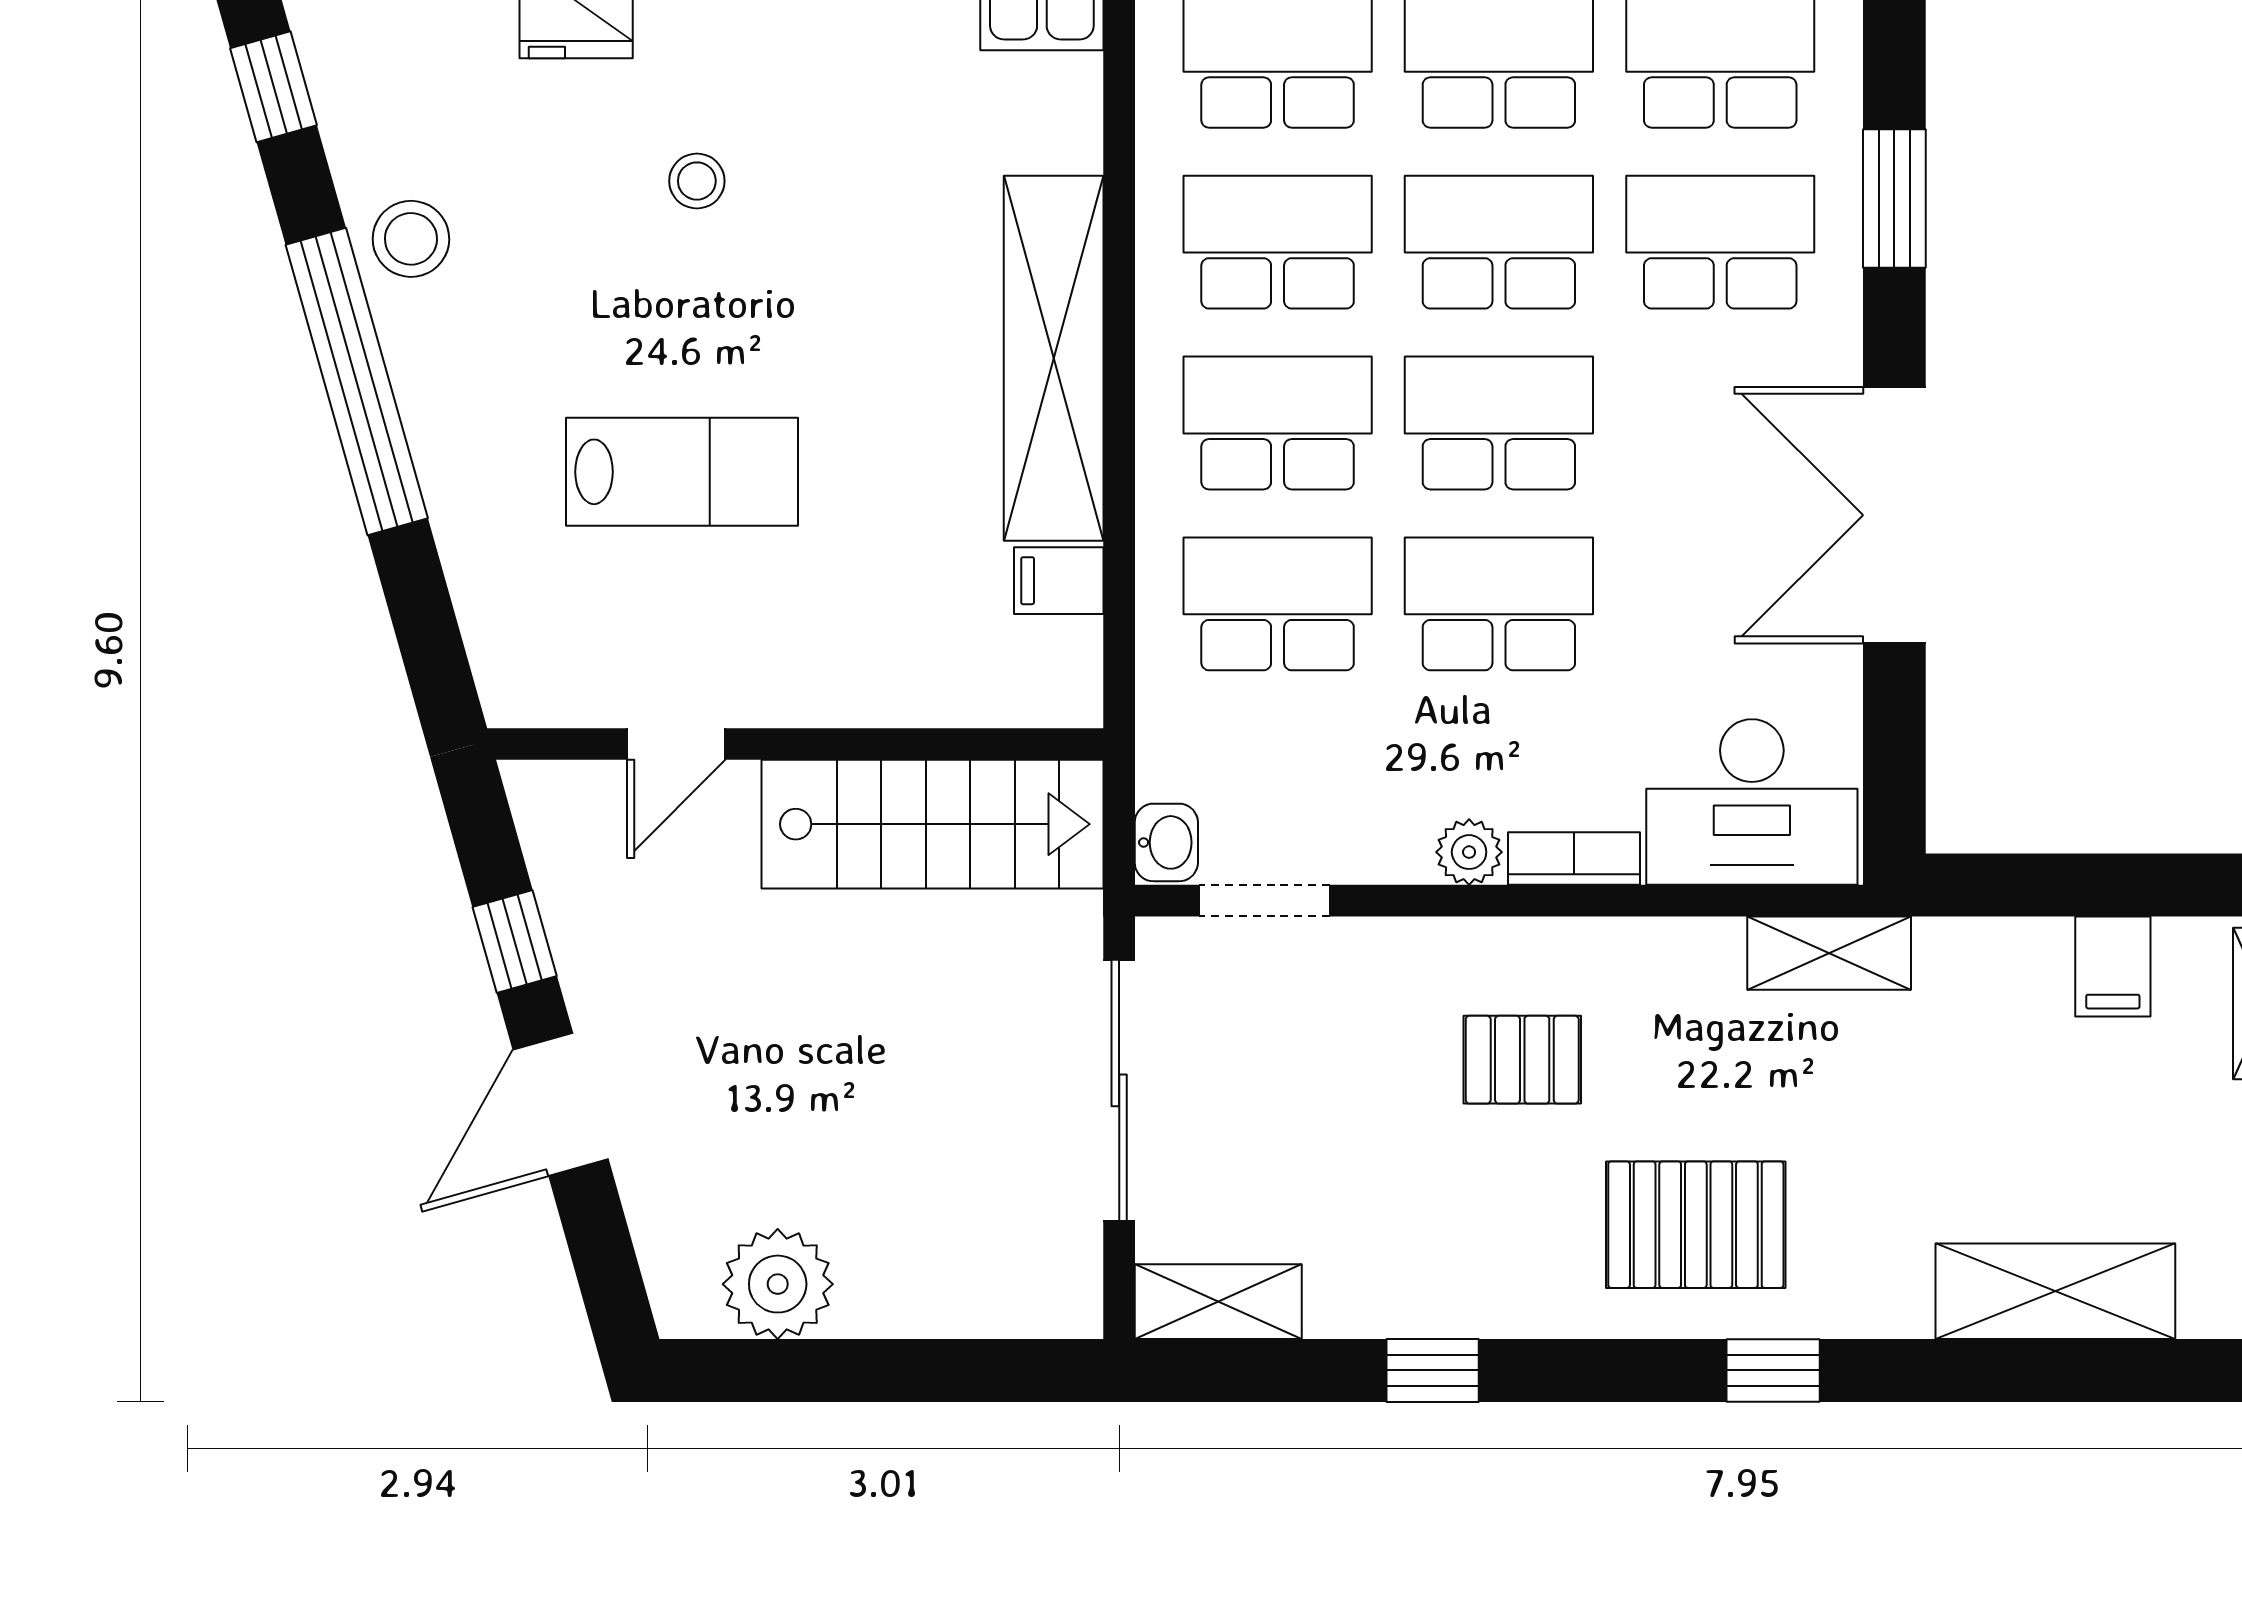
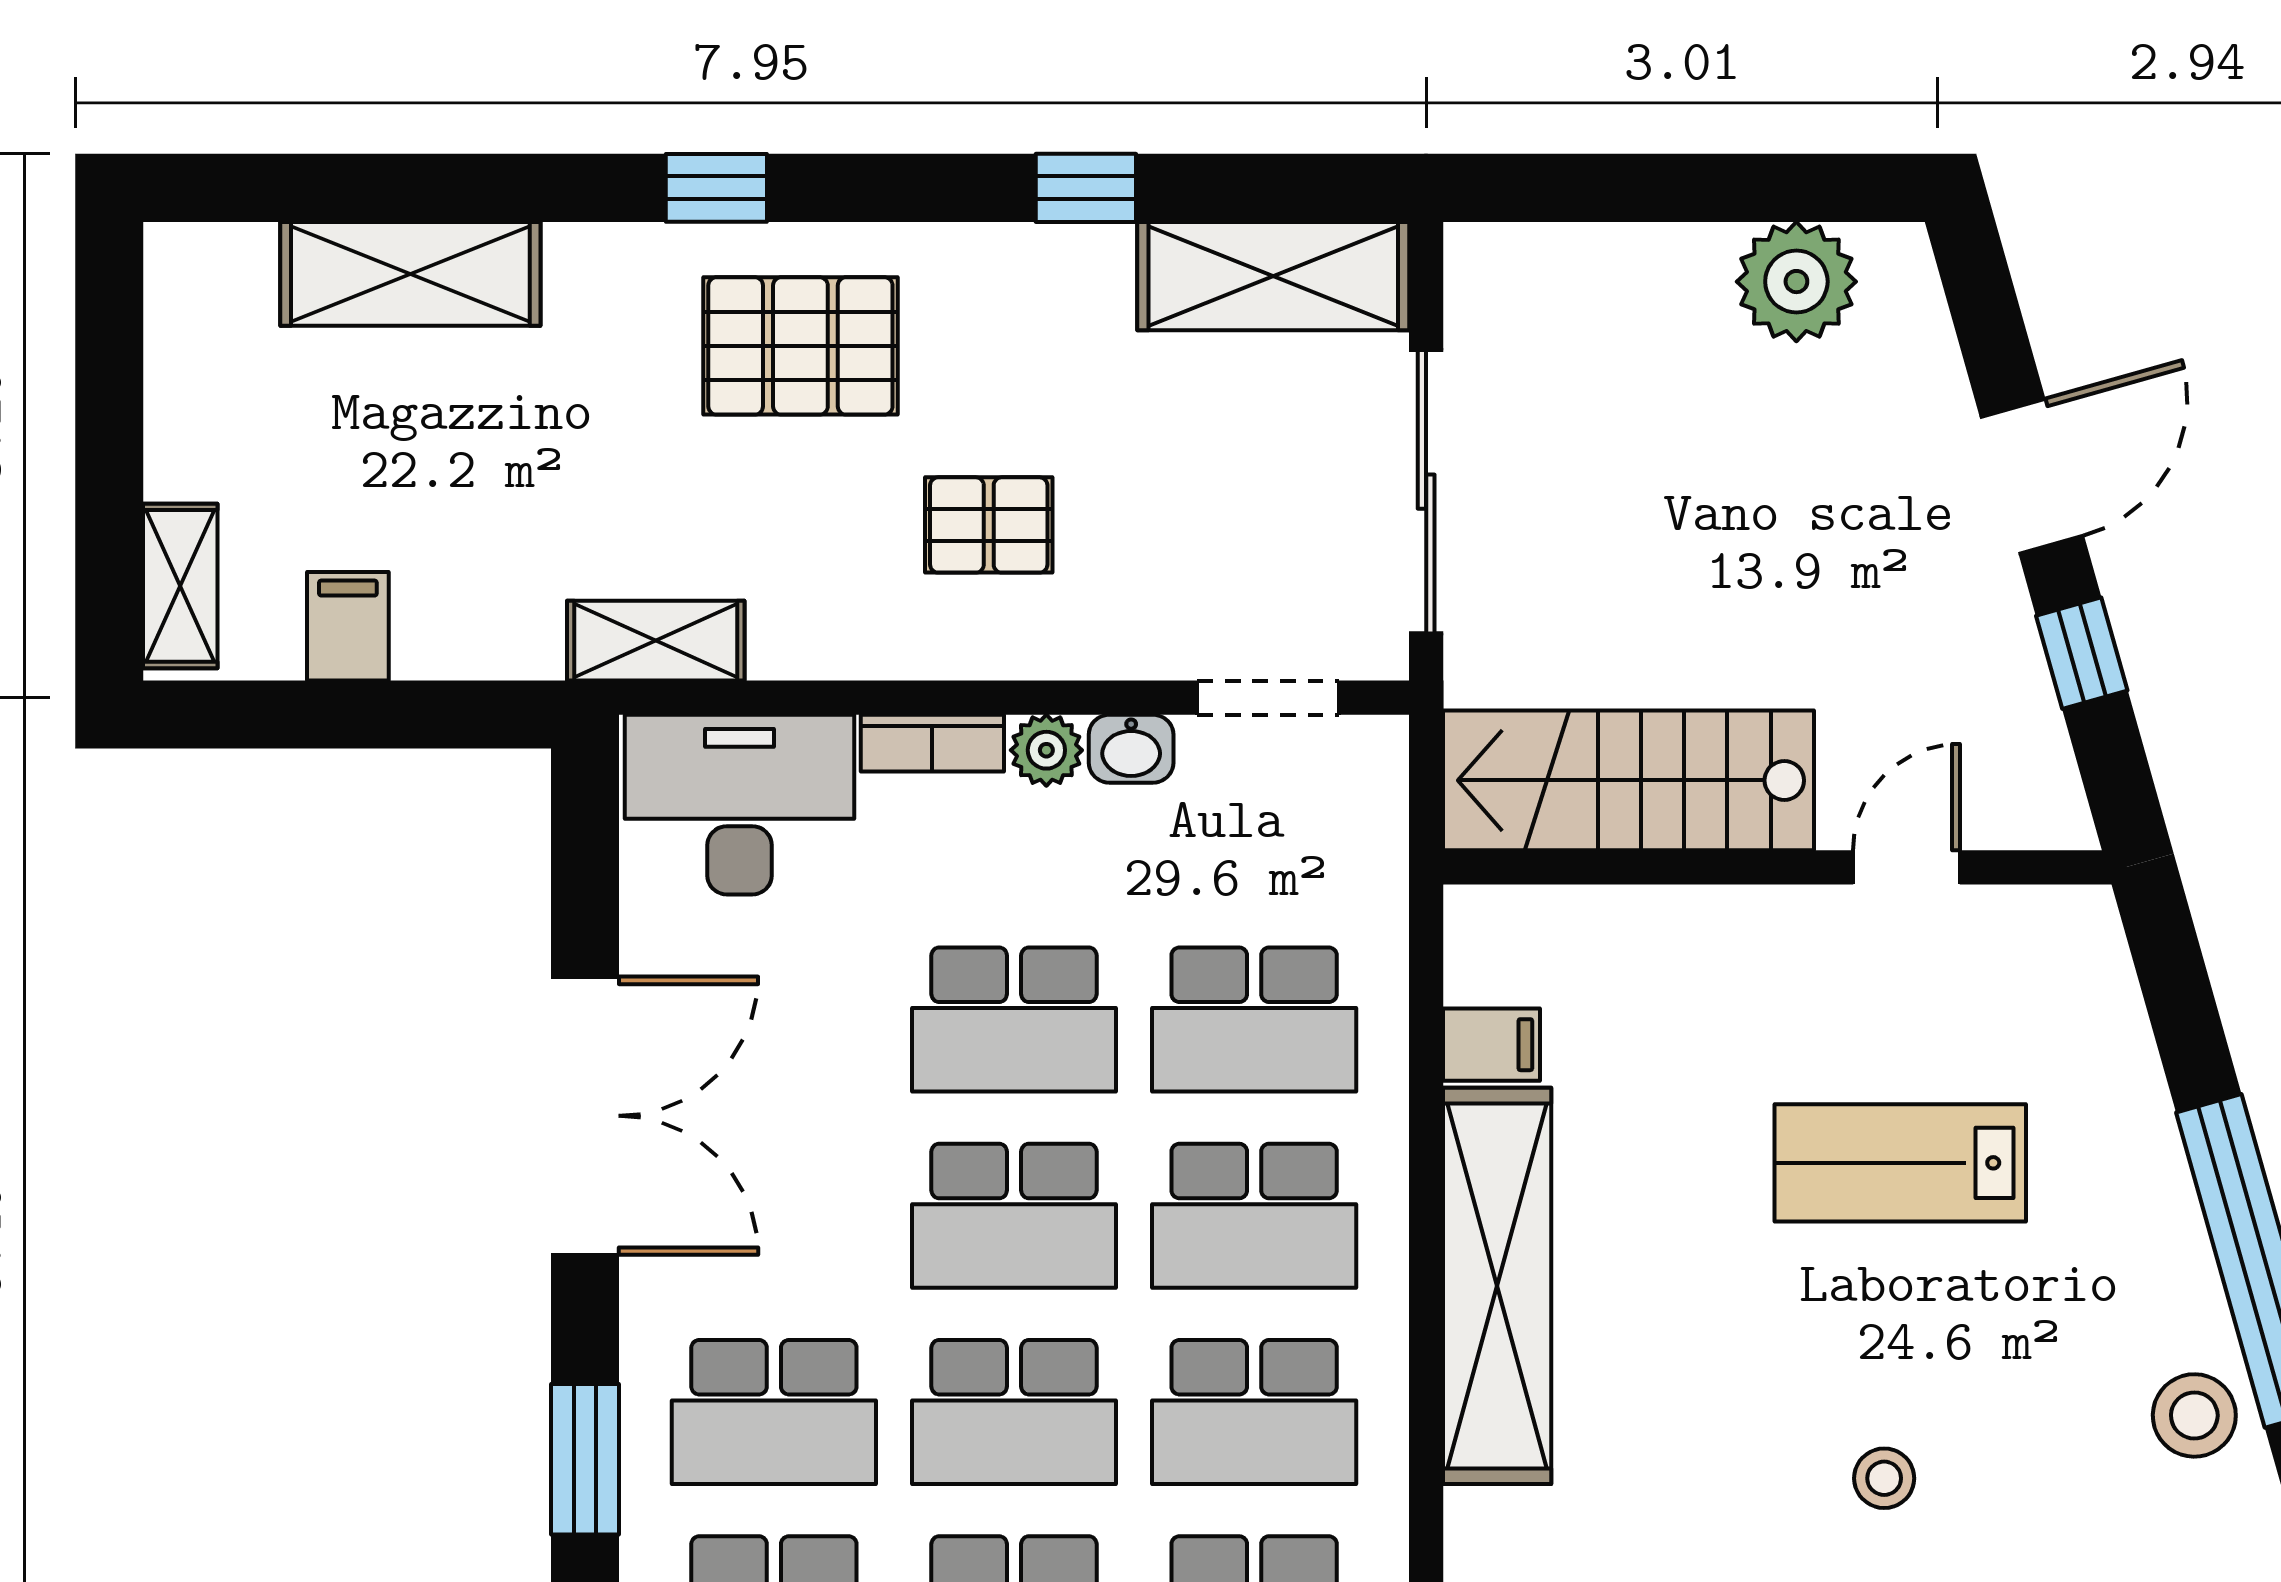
washbasin: (1166, 842) -> (1131, 749), moved, turned -90
shelving: (1218, 1302) -> (1273, 276), width x1.50, depth x1.33

